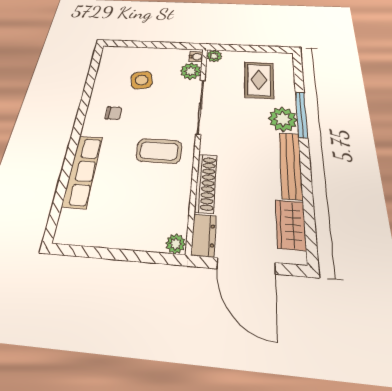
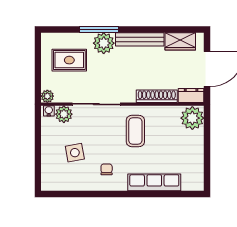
plant: (176, 244) -> (192, 118), width x1.87, depth x1.87

